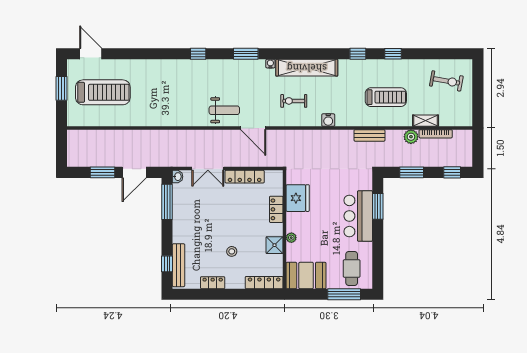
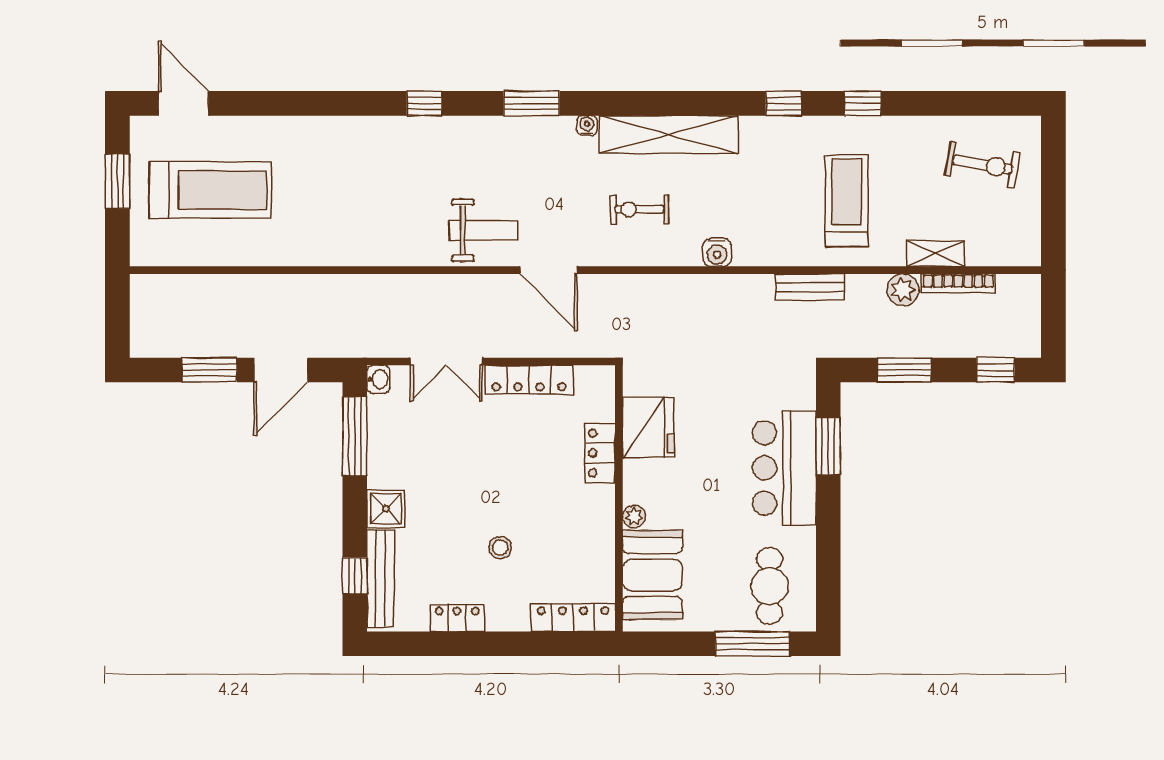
treadmill: (386, 97) -> (846, 201), turned -90
shower: (274, 245) -> (386, 509), moved
booth: (306, 276) -> (652, 575), moved, turned 90

